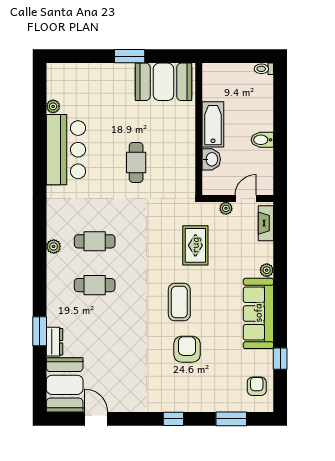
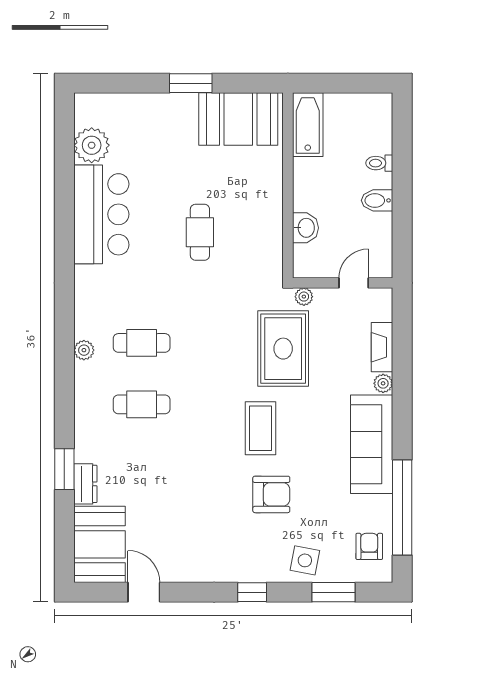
toilet: (264, 69) -> (379, 163), moved
plant: (53, 106) -> (92, 145), width x1.88, depth x1.88
bathtub: (213, 124) -> (308, 125), moved
plant: (226, 208) -> (304, 297), moved
fireplace: (266, 223) -> (382, 347), moved
rug: (195, 245) -> (283, 349), width x1.36, depth x1.43
armchair: (187, 349) -> (271, 494), turned 90
window: (280, 359) -> (402, 508), width x3.17
side table: (211, 396) -> (305, 560), added

